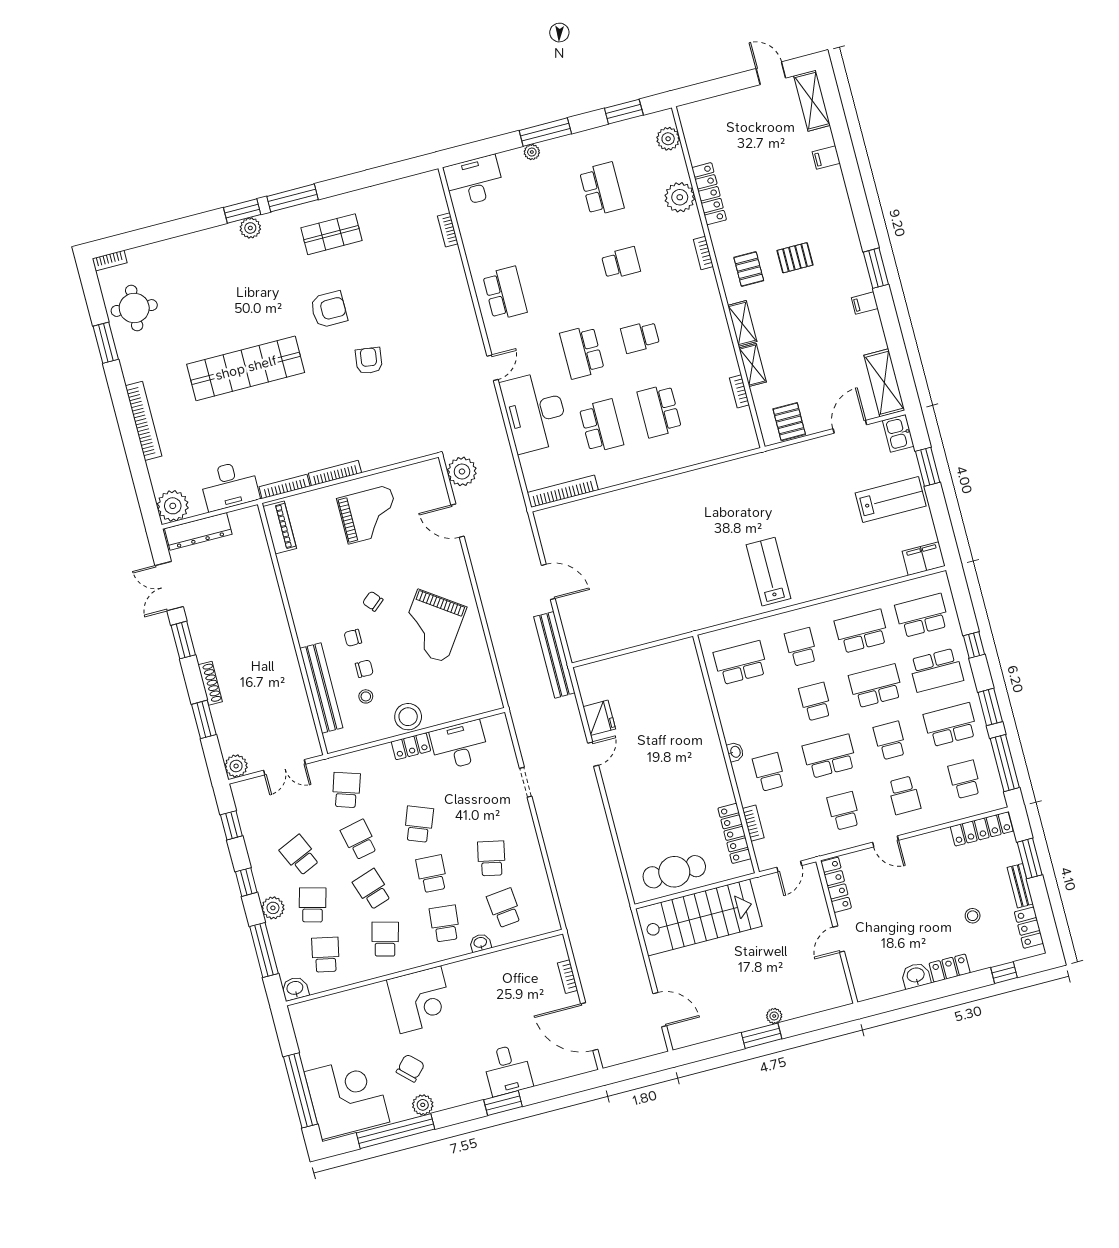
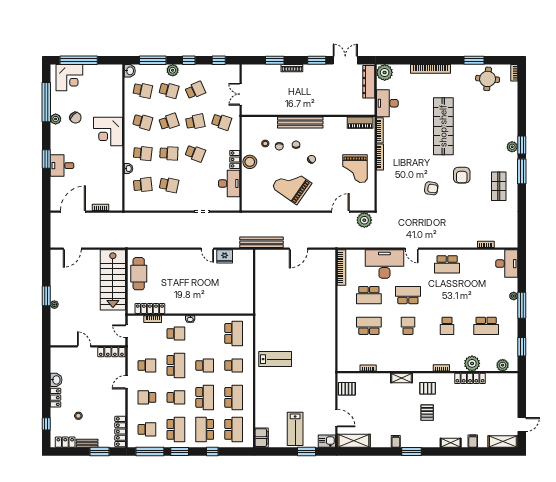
shelving: (753, 365) -> (451, 443), moved
bench: (321, 688) -> (300, 123), moved
plant: (236, 766) -> (248, 70), removed
corner desk: (347, 1097) -> (69, 78), width x0.74, depth x0.74

